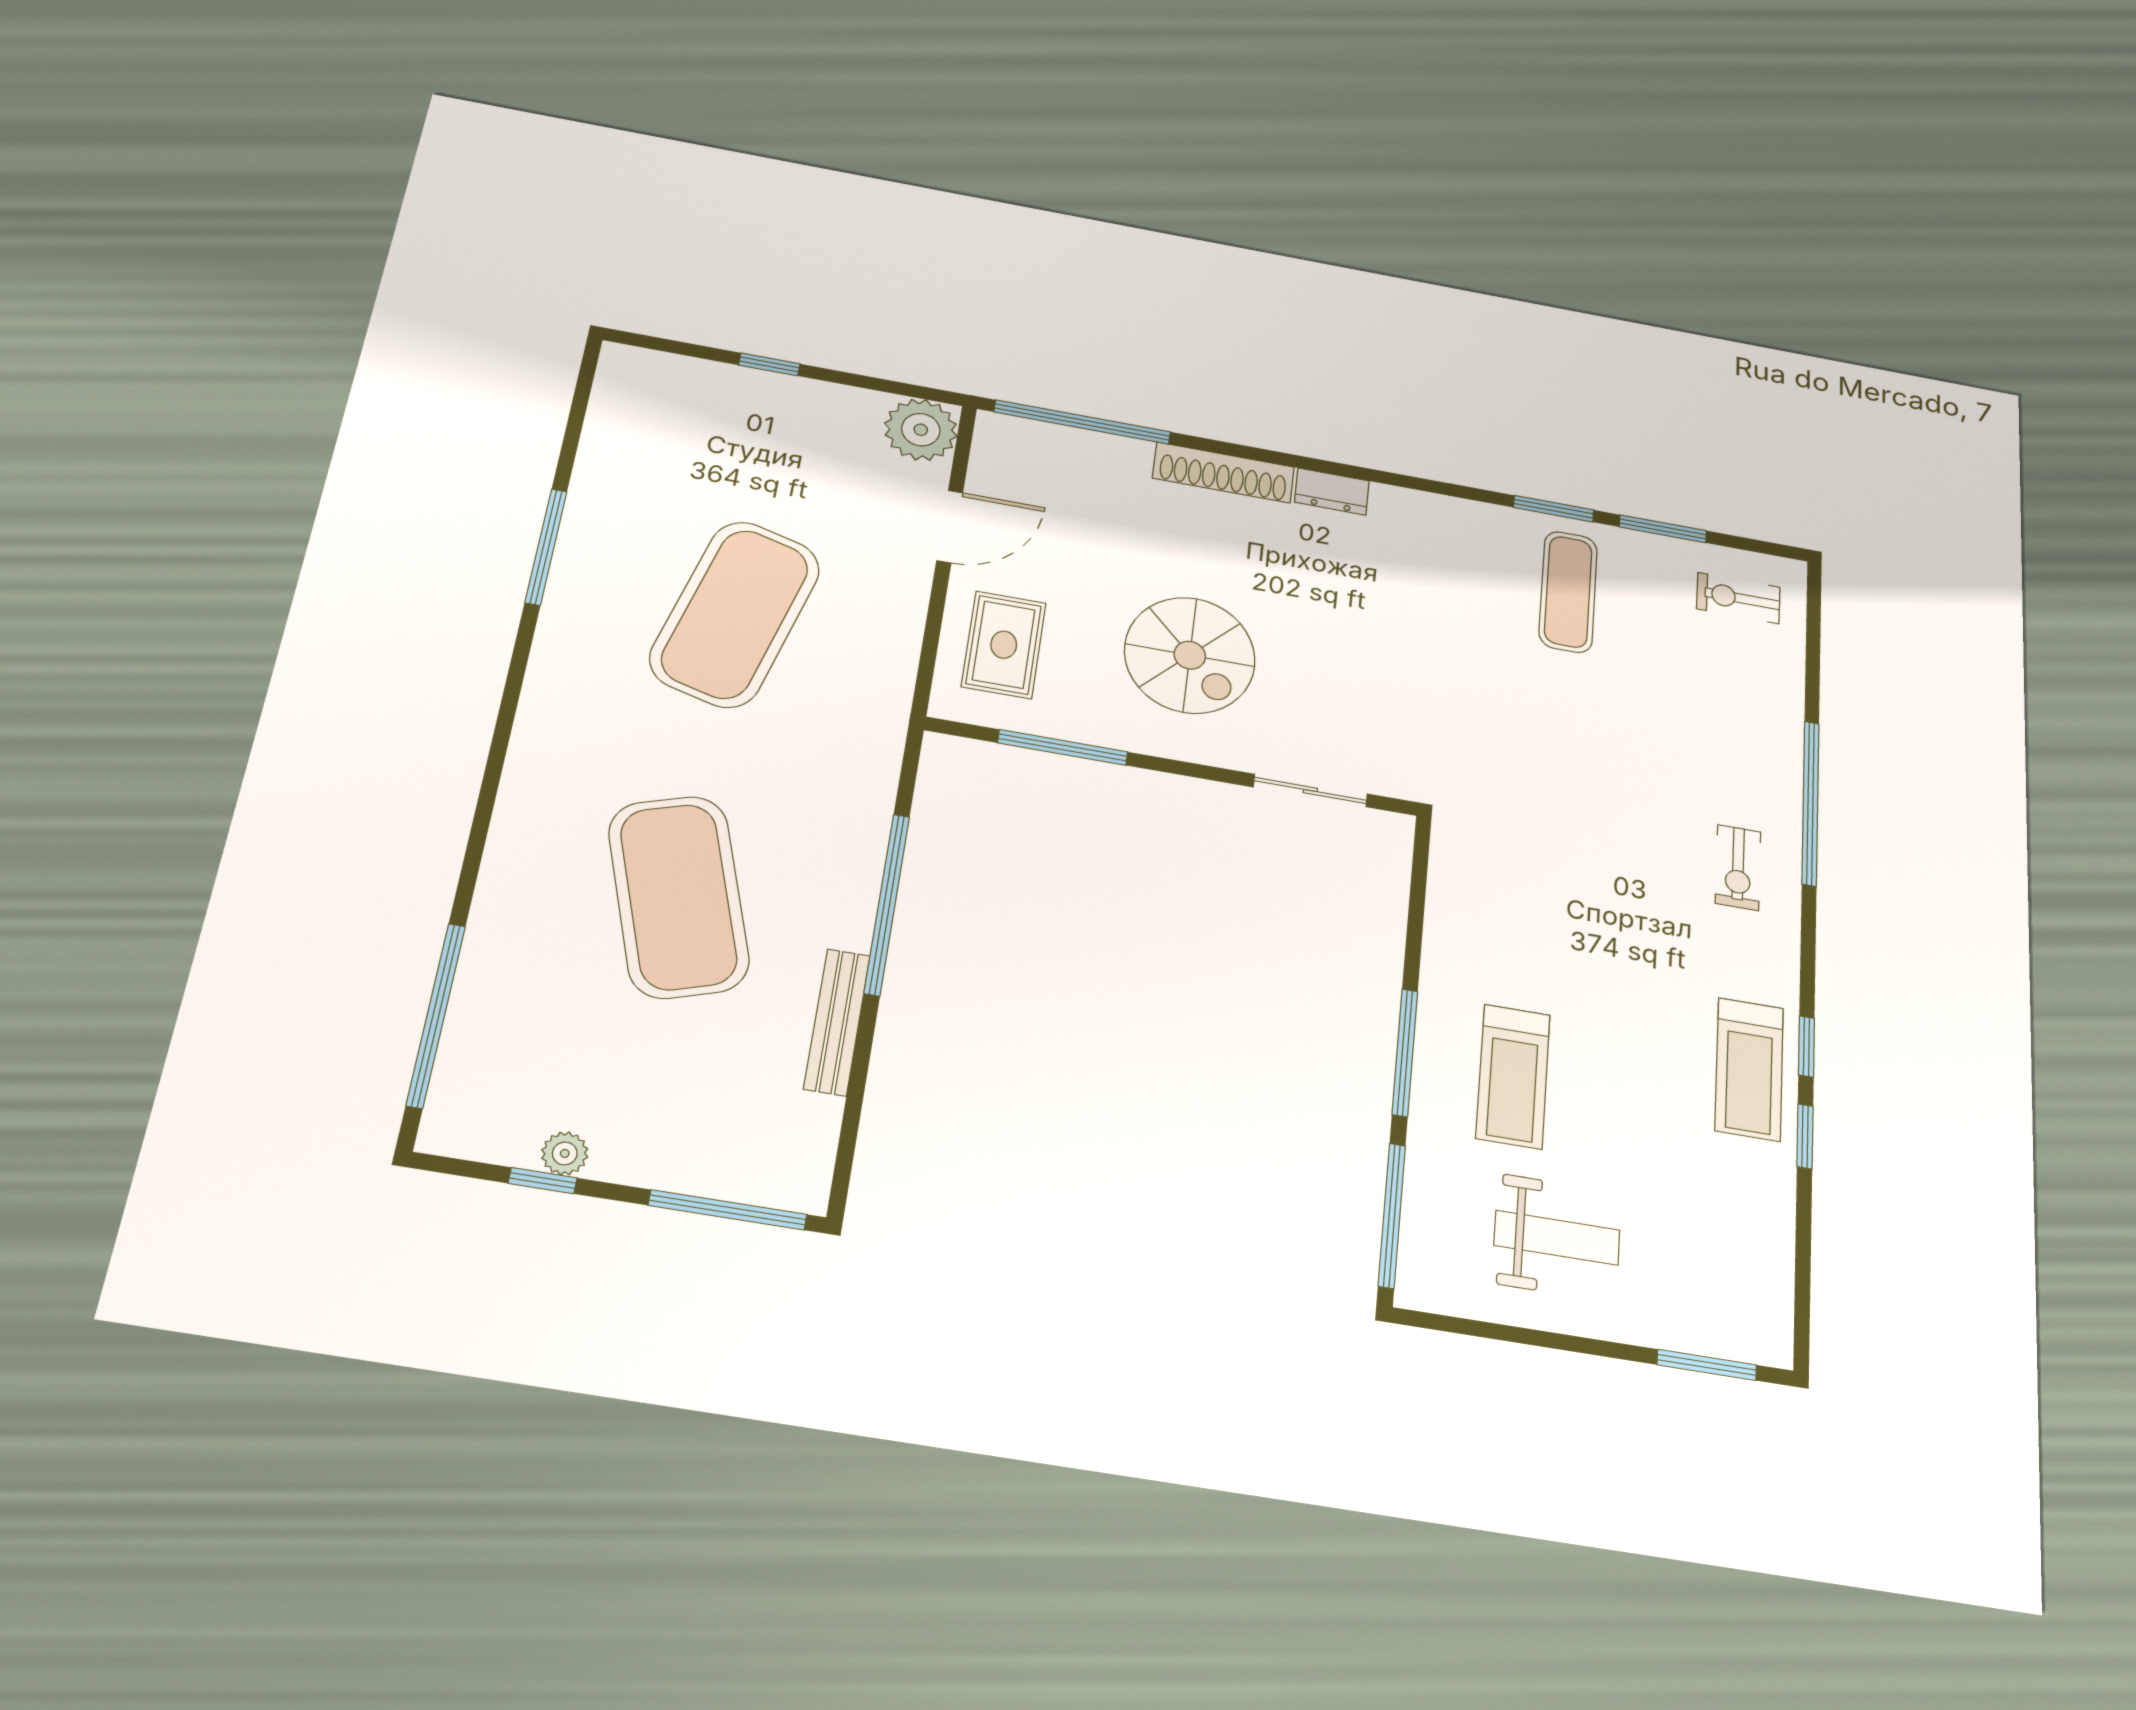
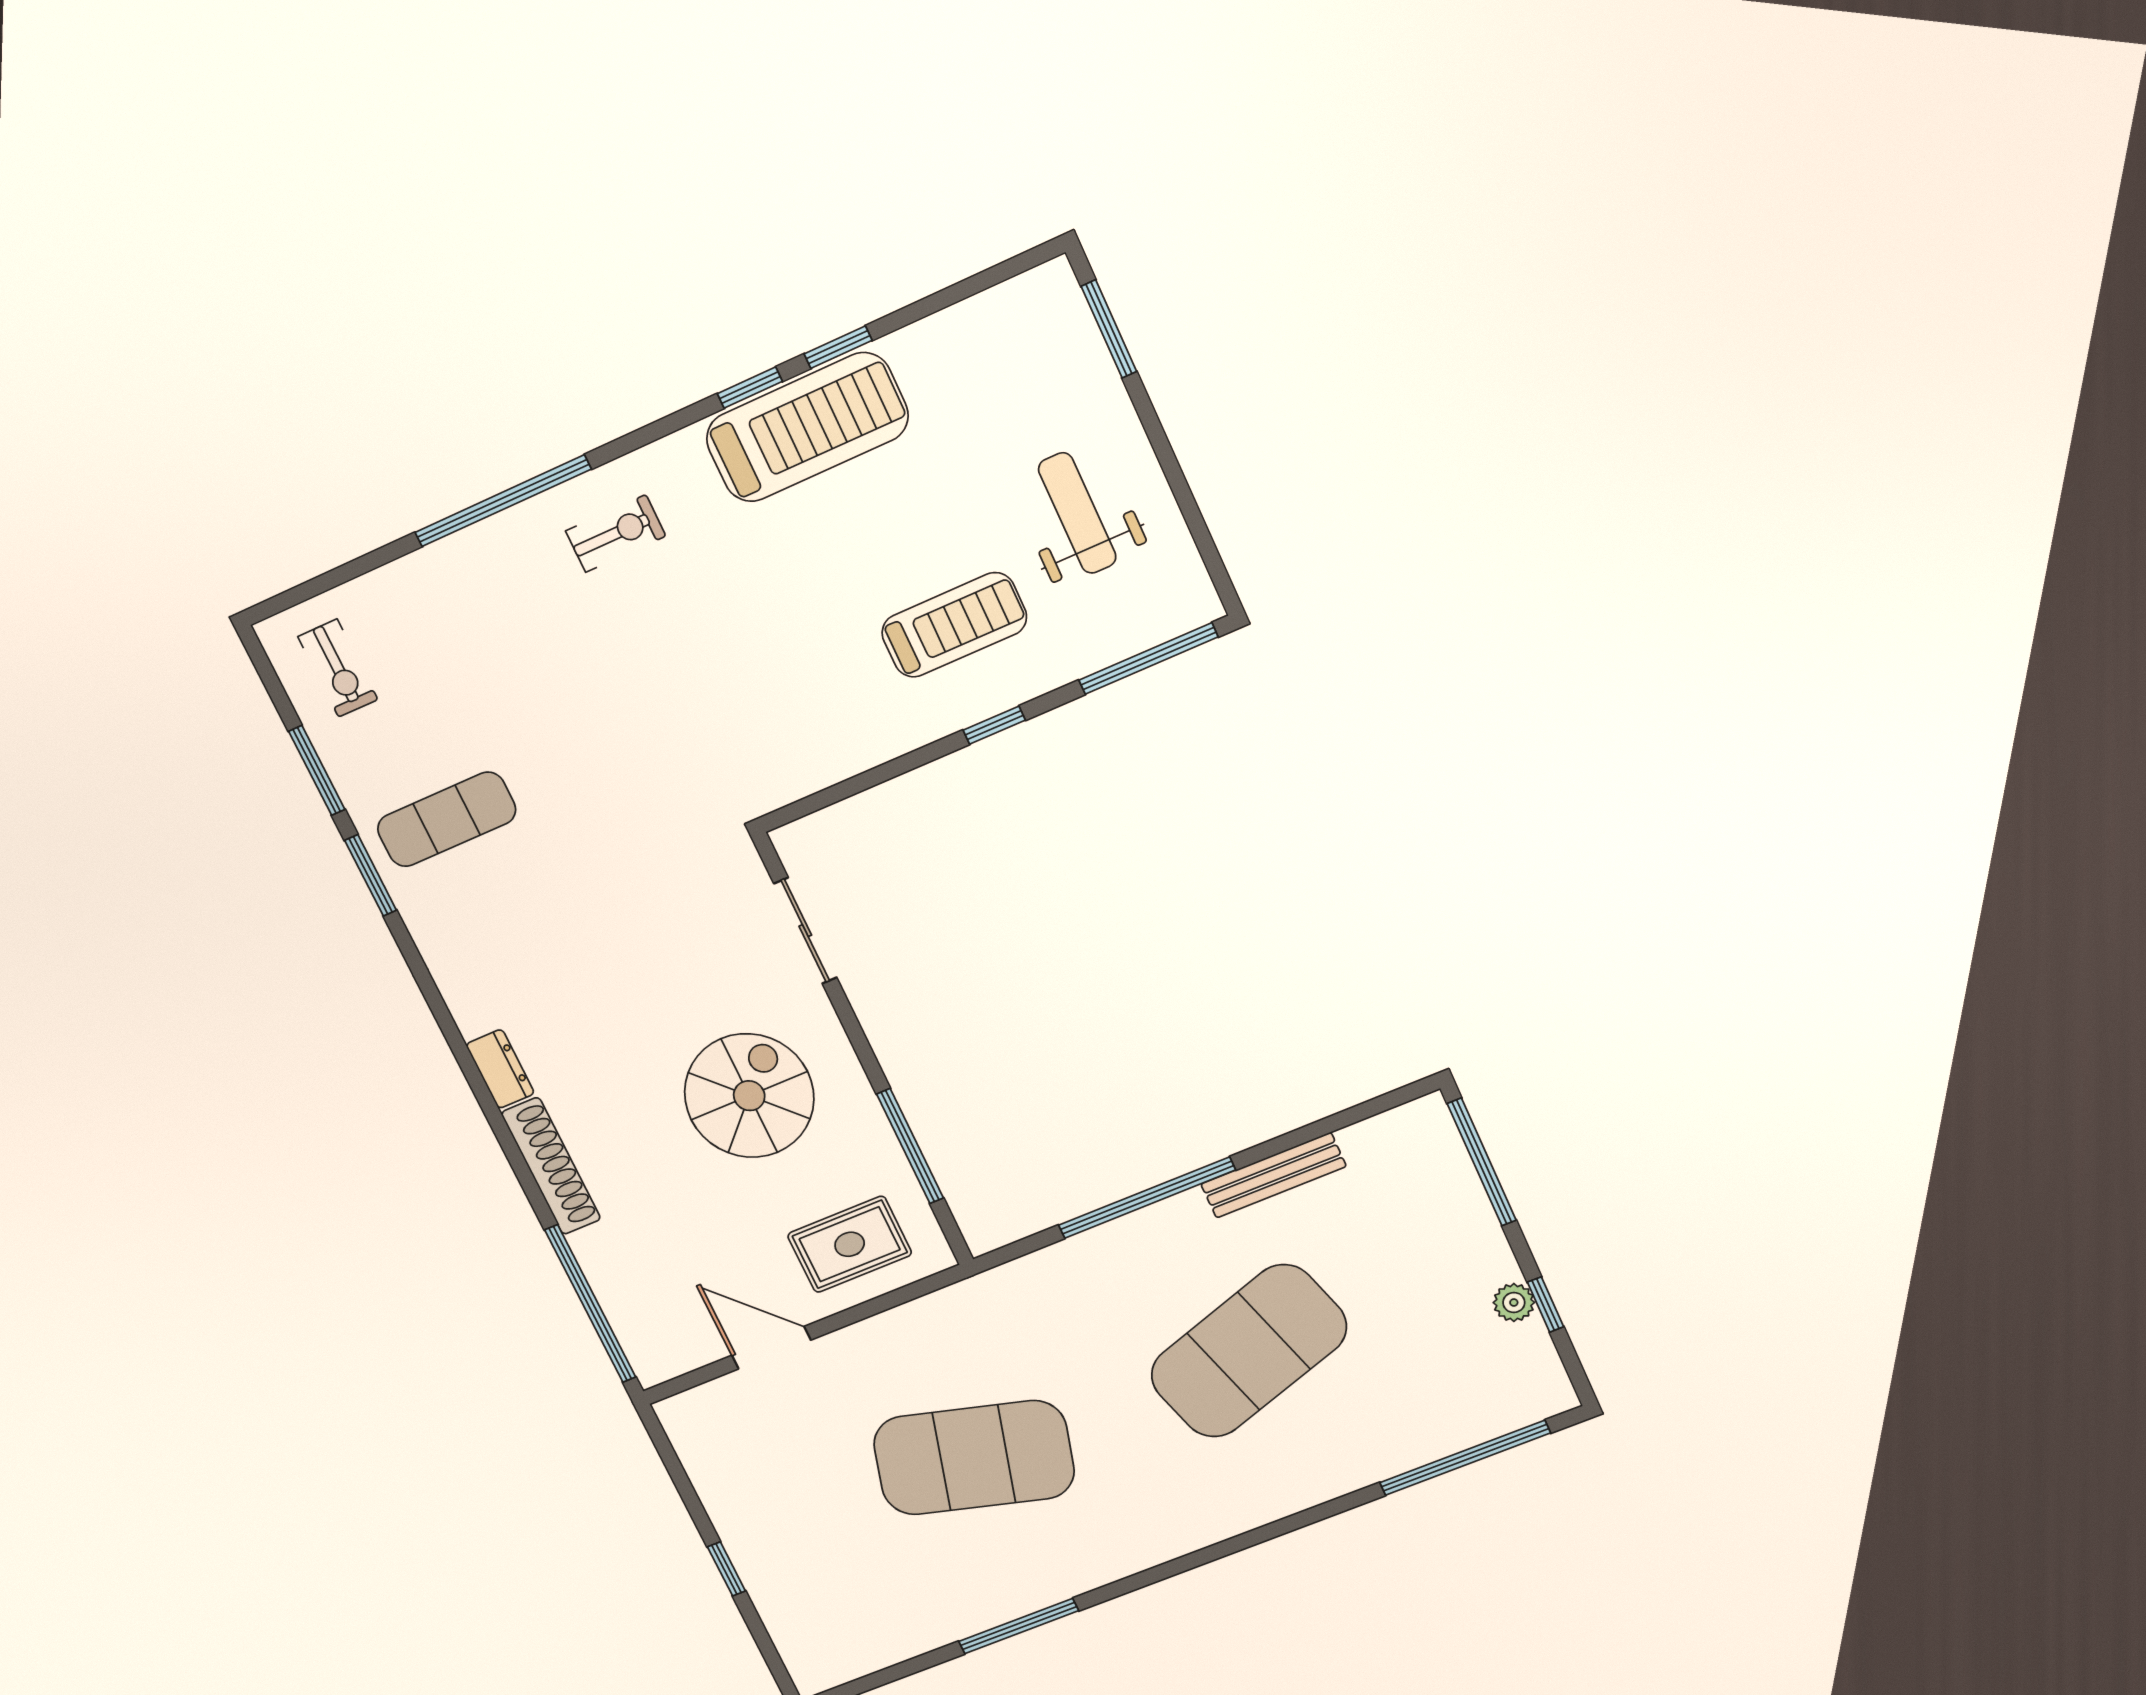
plant: (921, 430) -> (697, 1422), removed
window: (1405, 1053) -> (994, 725), width x0.46
treadmill: (1749, 1069) -> (807, 427), width x1.37, depth x1.38

